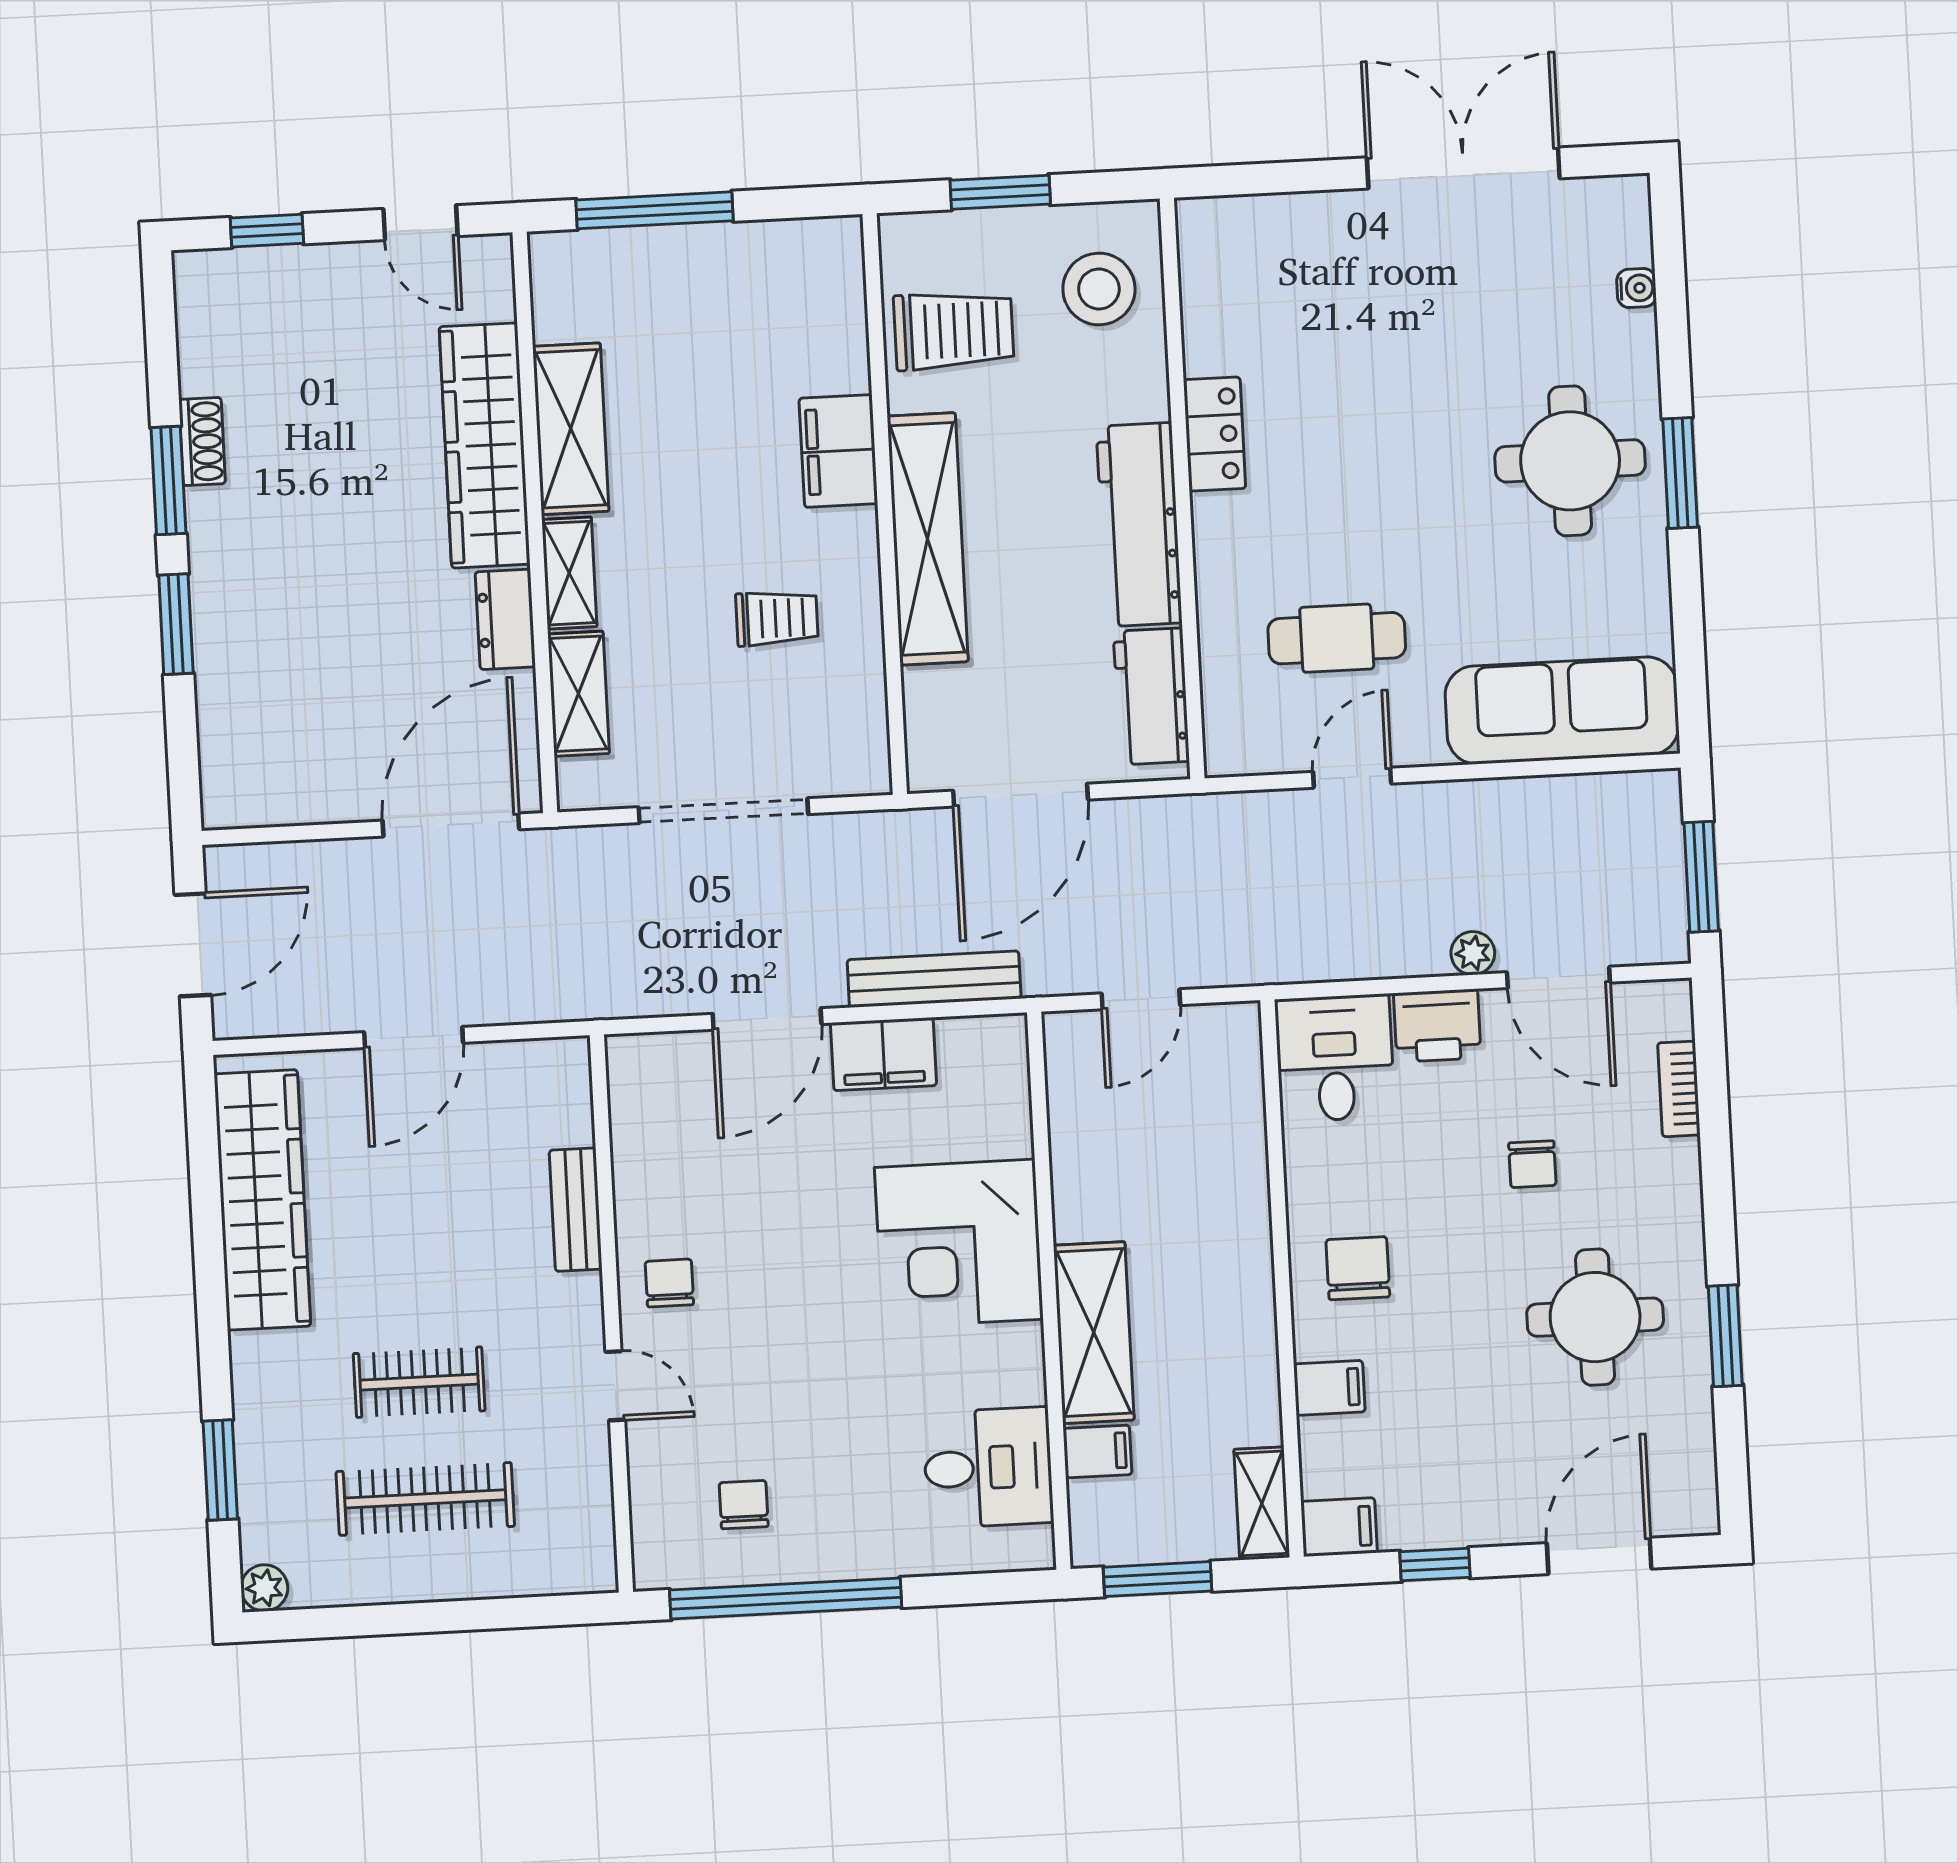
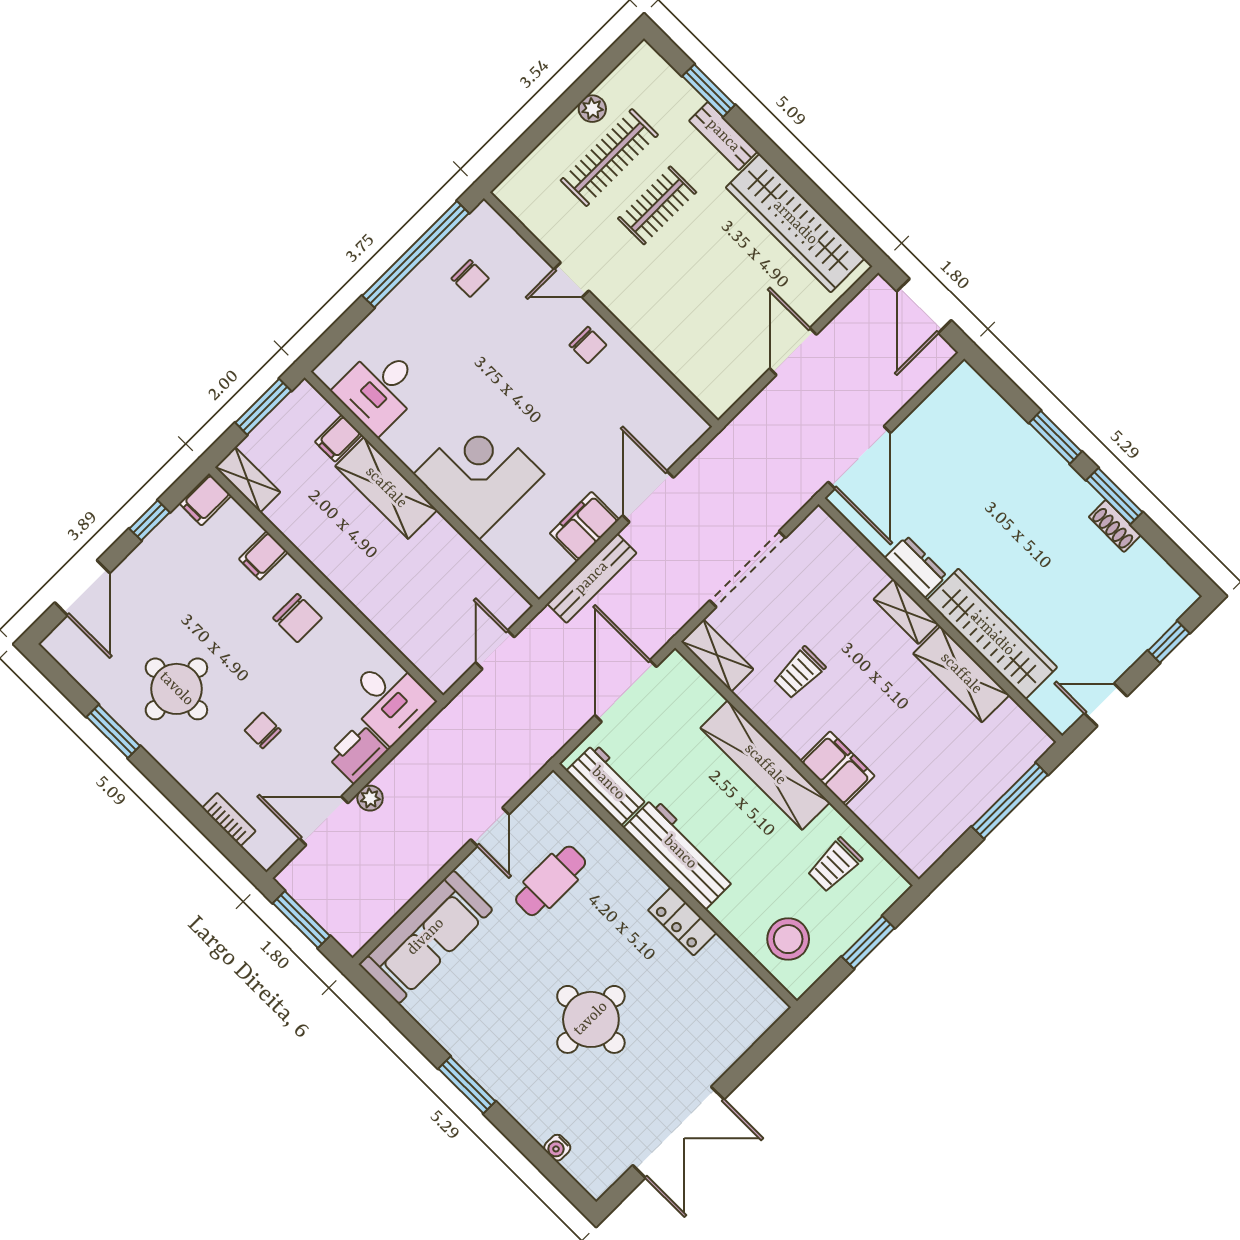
trolley: (954, 330) -> (835, 865), width x0.73, depth x0.72
round table: (1570, 461) -> (591, 1019), moved
shelving: (579, 694) -> (717, 655), moved
bench: (576, 1210) -> (723, 136), moved
plant: (264, 1588) -> (592, 109), moved

